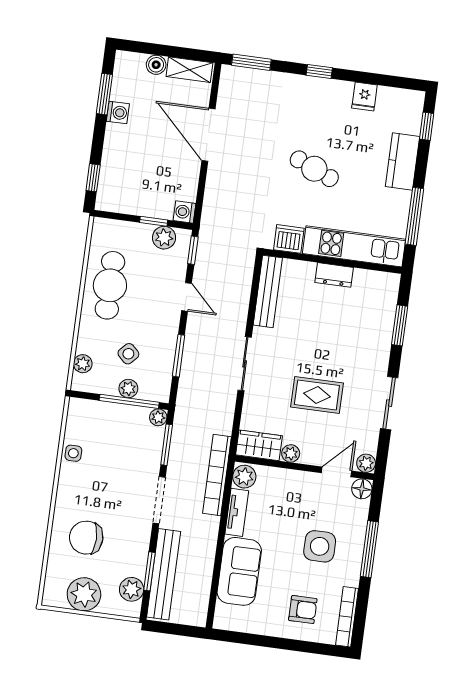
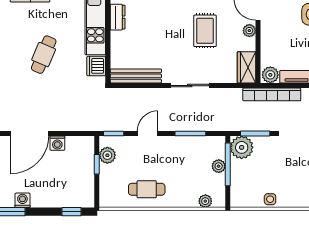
washing machine: (185, 212) -> (57, 143), moved
dresser: (334, 275) -> (118, 17), moved
cafe table: (110, 285) -> (147, 189), width x0.73, depth x0.74
side table: (128, 354) -> (194, 169), removed
plant: (158, 417) -> (242, 147), width x1.87, depth x1.87
plant: (291, 453) -> (249, 31), moved

